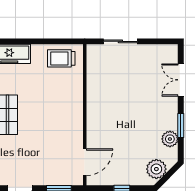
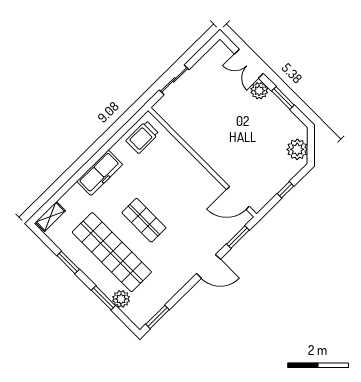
plant: (170, 139) -> (259, 91), moved
door: (85, 162) -> (238, 198), swing flipped

